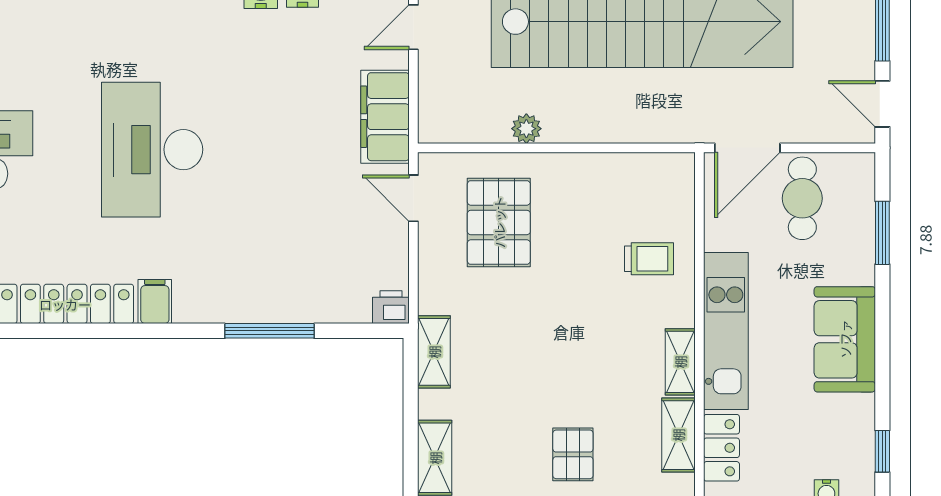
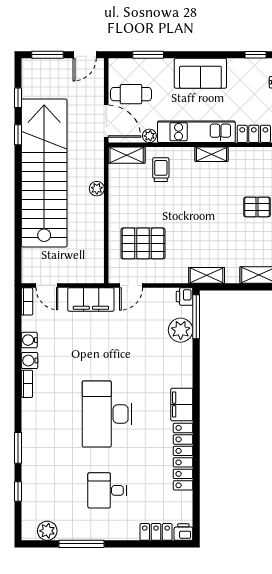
plant: (526, 129) -> (97, 189), moved
desk: (152, 150) -> (107, 414), turned 90
plant: (718, 236) -> (149, 136), added
plant: (323, 299) -> (181, 330), added
filing cabinet: (155, 301) -> (182, 404), width x2.00
window: (270, 331) -> (196, 317), moved
shelving: (678, 435) -> (127, 155), moved

